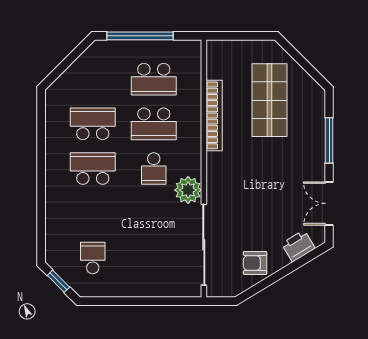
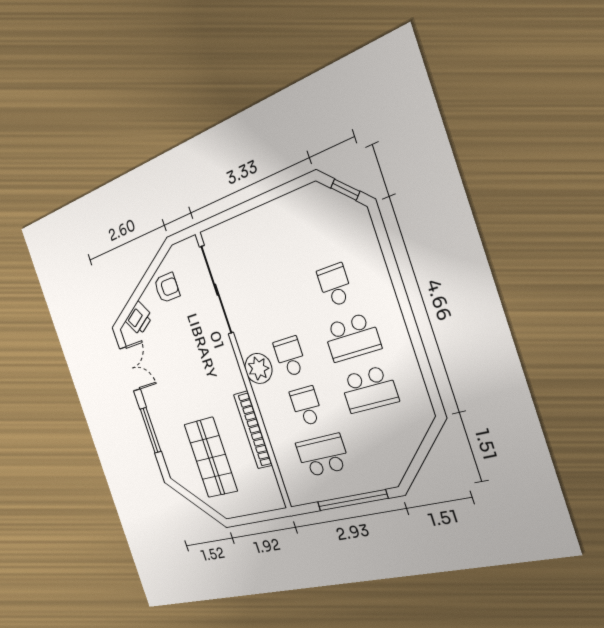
school desk: (154, 124) -> (306, 406), width x0.54
plant: (188, 190) -> (258, 368), moved
school desk: (93, 258) -> (335, 285), moved, turned 180

